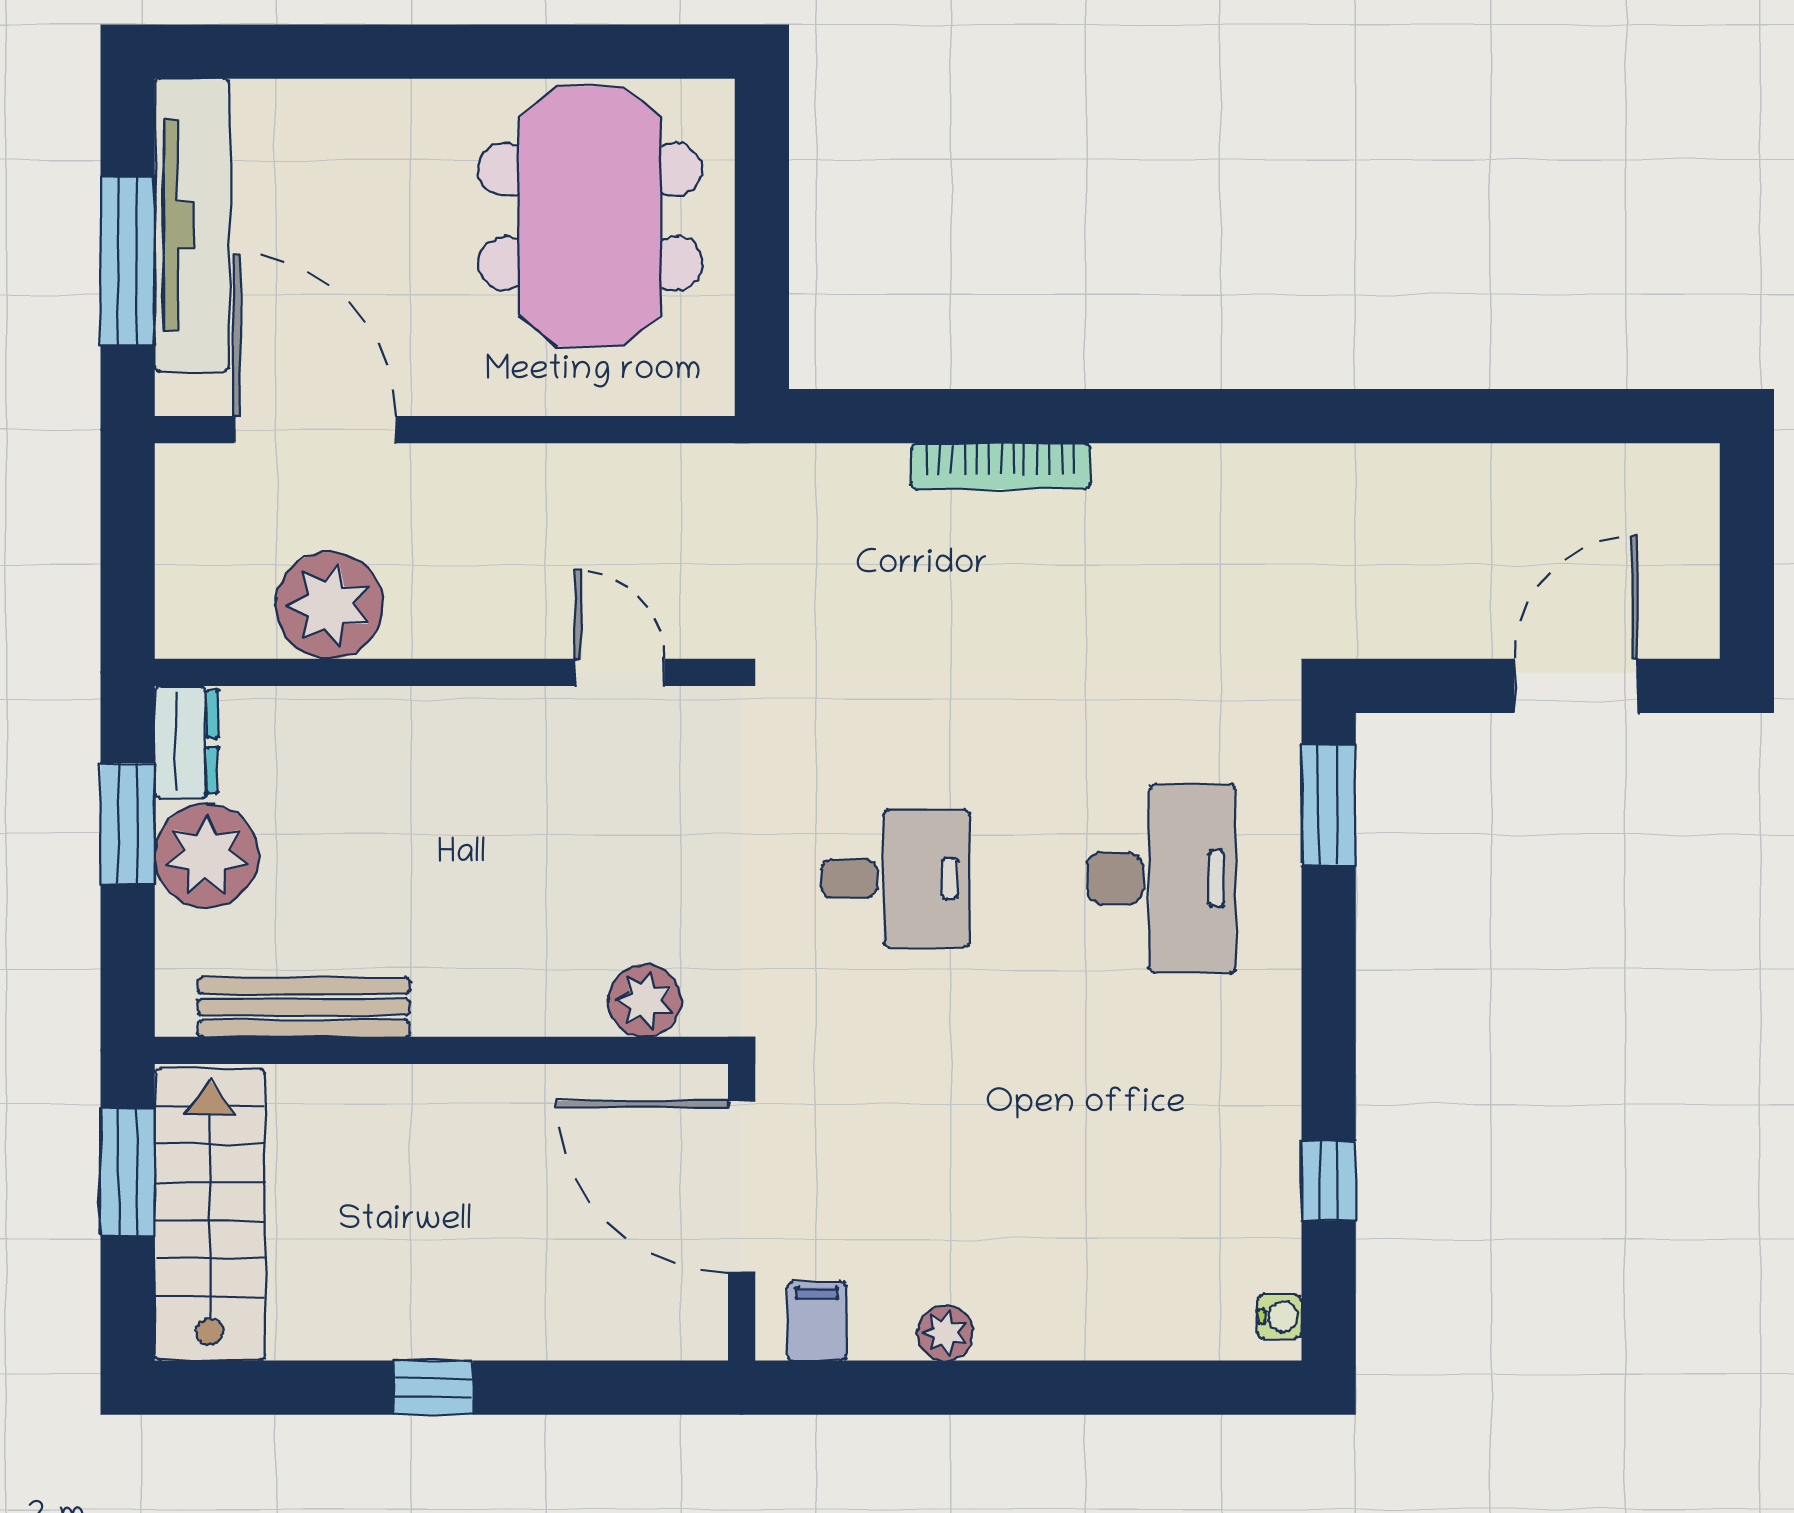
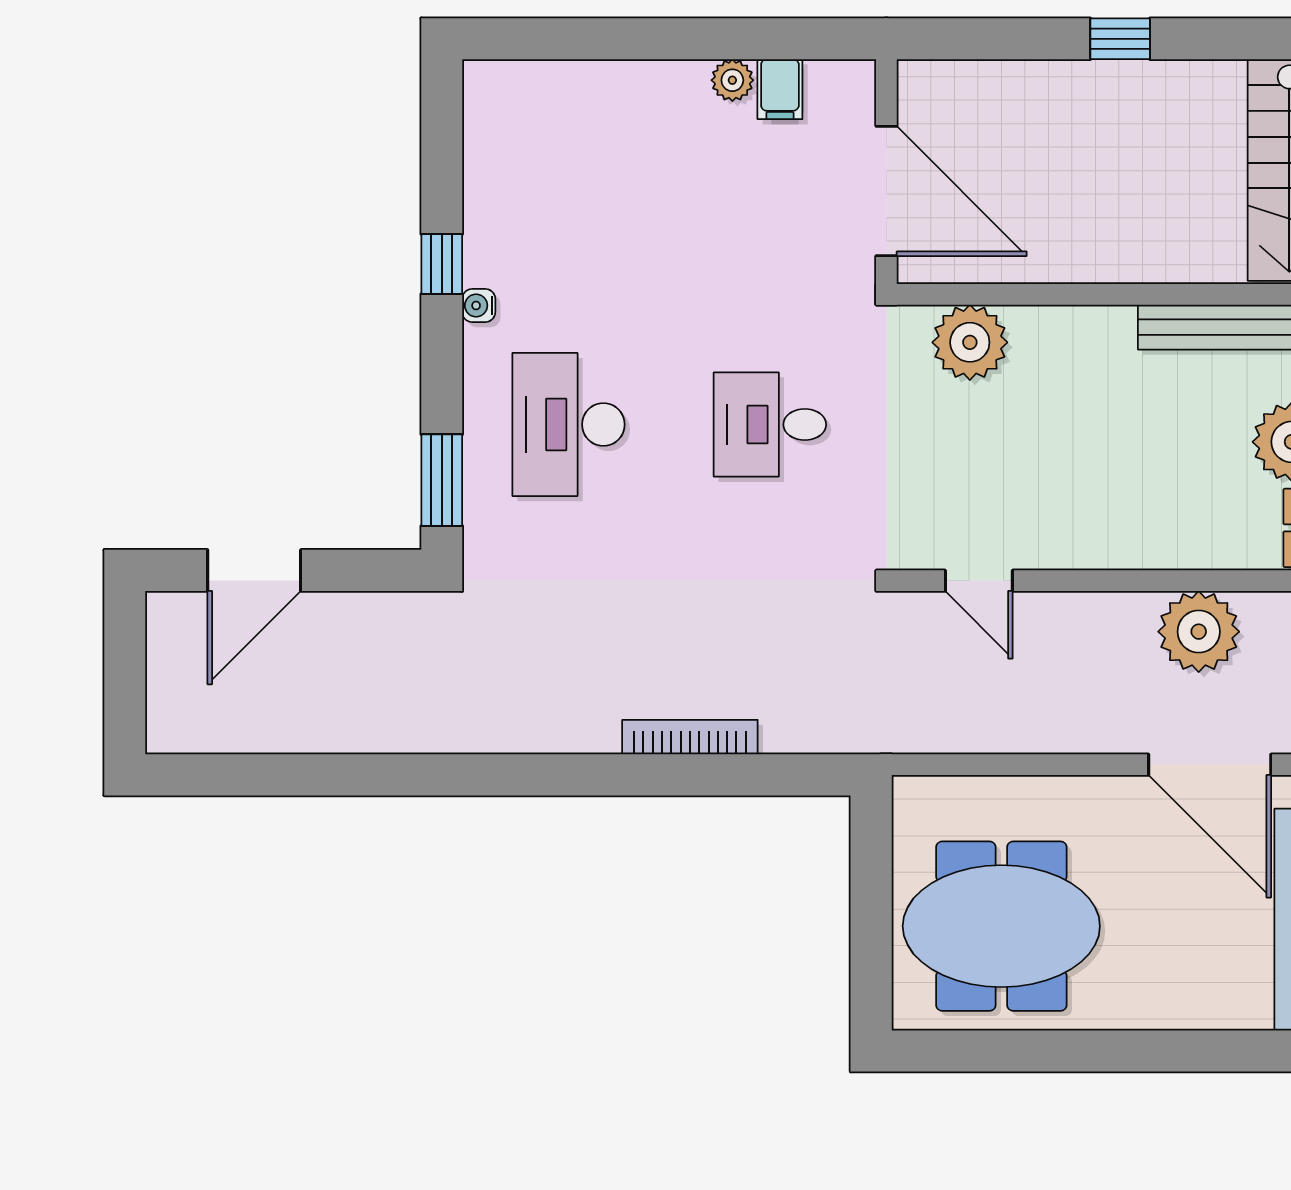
meeting table: (590, 217) -> (1001, 926), turned 90
plant: (645, 1000) -> (970, 342), width x1.36, depth x1.36
window: (1329, 1181) -> (442, 264), moved
water cooler: (1280, 1316) -> (479, 305), moved
filing cabinet: (817, 1321) -> (780, 89), moved

